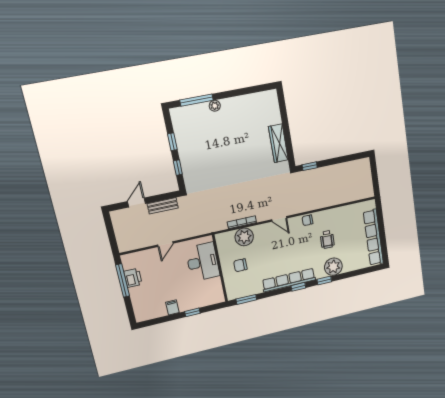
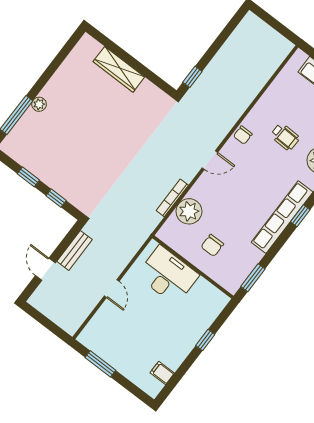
wardrobe: (278, 143) -> (119, 69), moved
printer: (133, 278) -> (109, 352), removed
window: (123, 280) -> (100, 364), width x0.69
filing cabinet: (172, 307) -> (162, 373), moved

